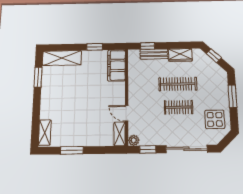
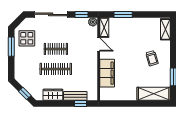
window: (95, 47) -> (126, 103), removed
filing cabinet: (116, 65) -> (107, 73), moved
window: (232, 96) -> (11, 47), moved
trolley: (62, 98) -> (152, 58), added
window: (72, 150) -> (123, 14), moved

